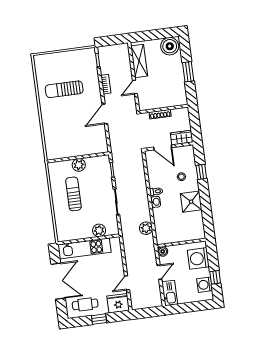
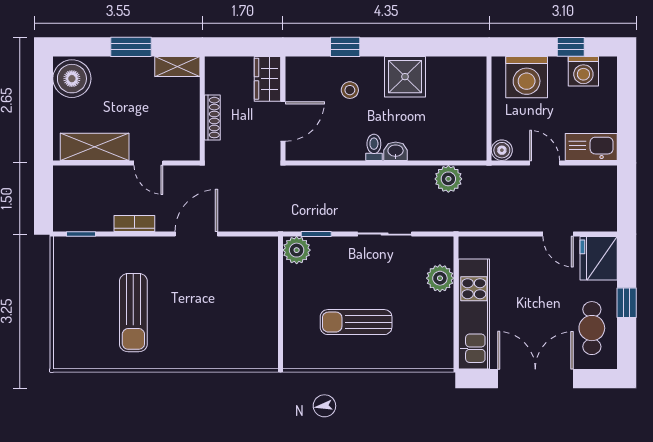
shelving: (182, 95) -> (177, 66), added
door: (105, 114) -> (196, 234), swing flipped
plant: (79, 165) -> (297, 250), moved

